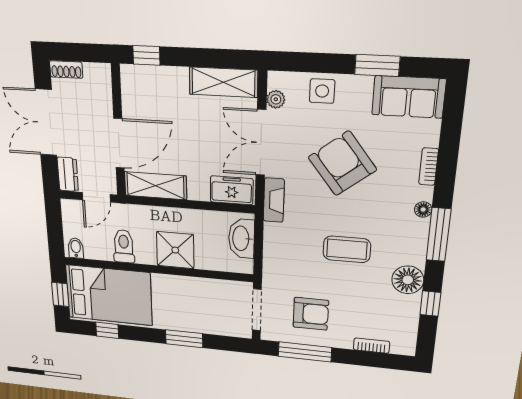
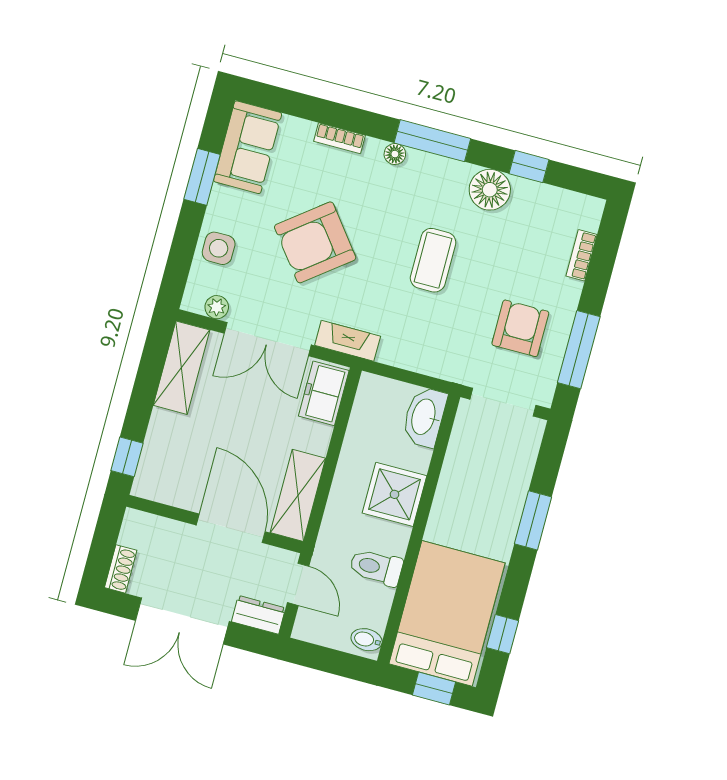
washbasin: (241, 238) -> (424, 417), moved, turned 90

